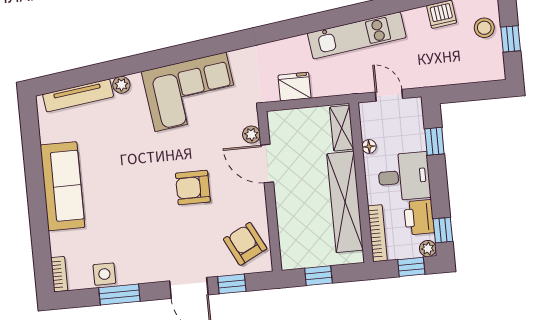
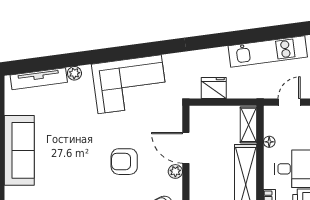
door: (389, 95) -> (289, 102), hinge flipped
plant: (251, 135) -> (175, 171), moved

